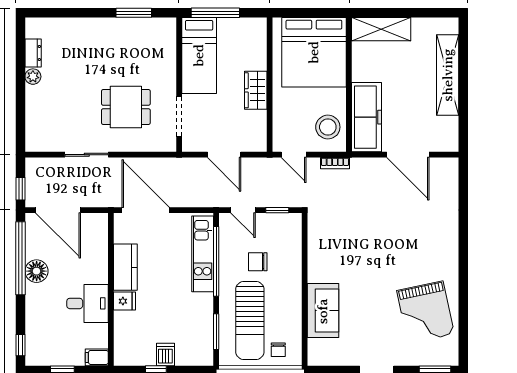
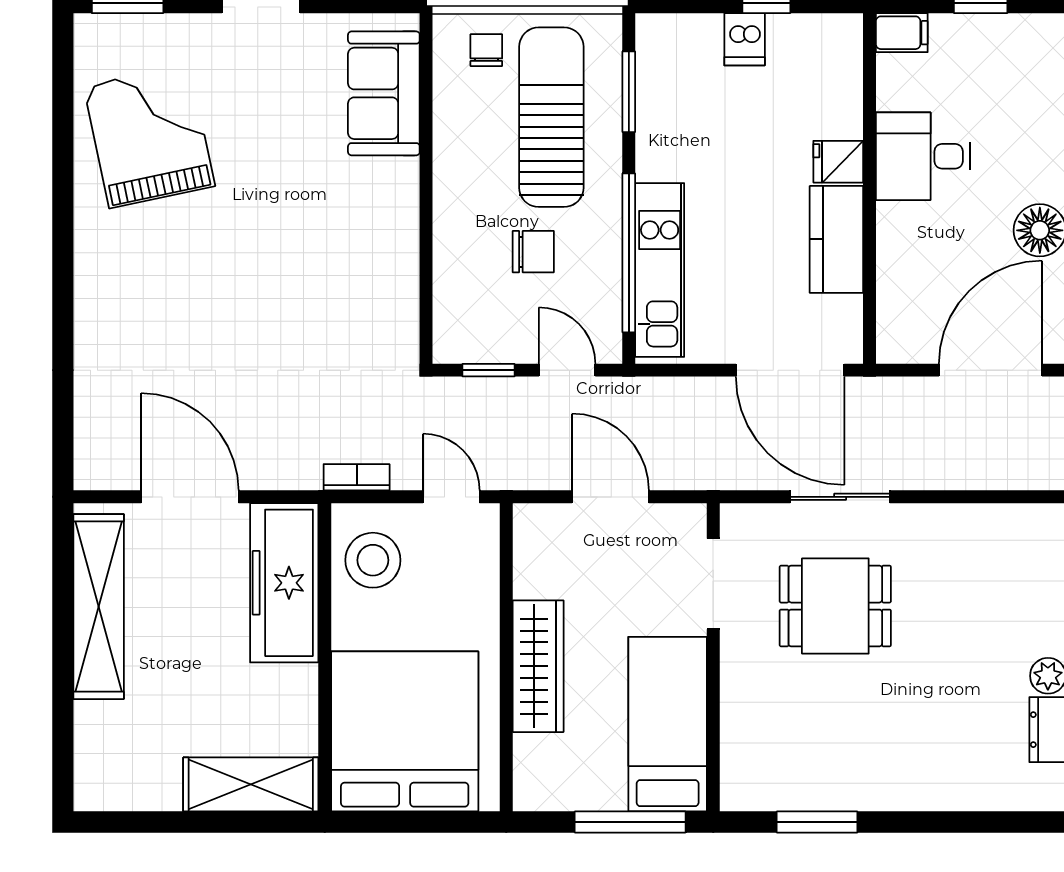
shelving: (448, 75) -> (99, 607), moved
wardrobe: (256, 90) -> (538, 666), width x1.50
sliding door: (87, 155) -> (840, 497), moved
door: (58, 210) -> (991, 370), hinge flipped
sofa: (323, 311) -> (384, 93), moved

